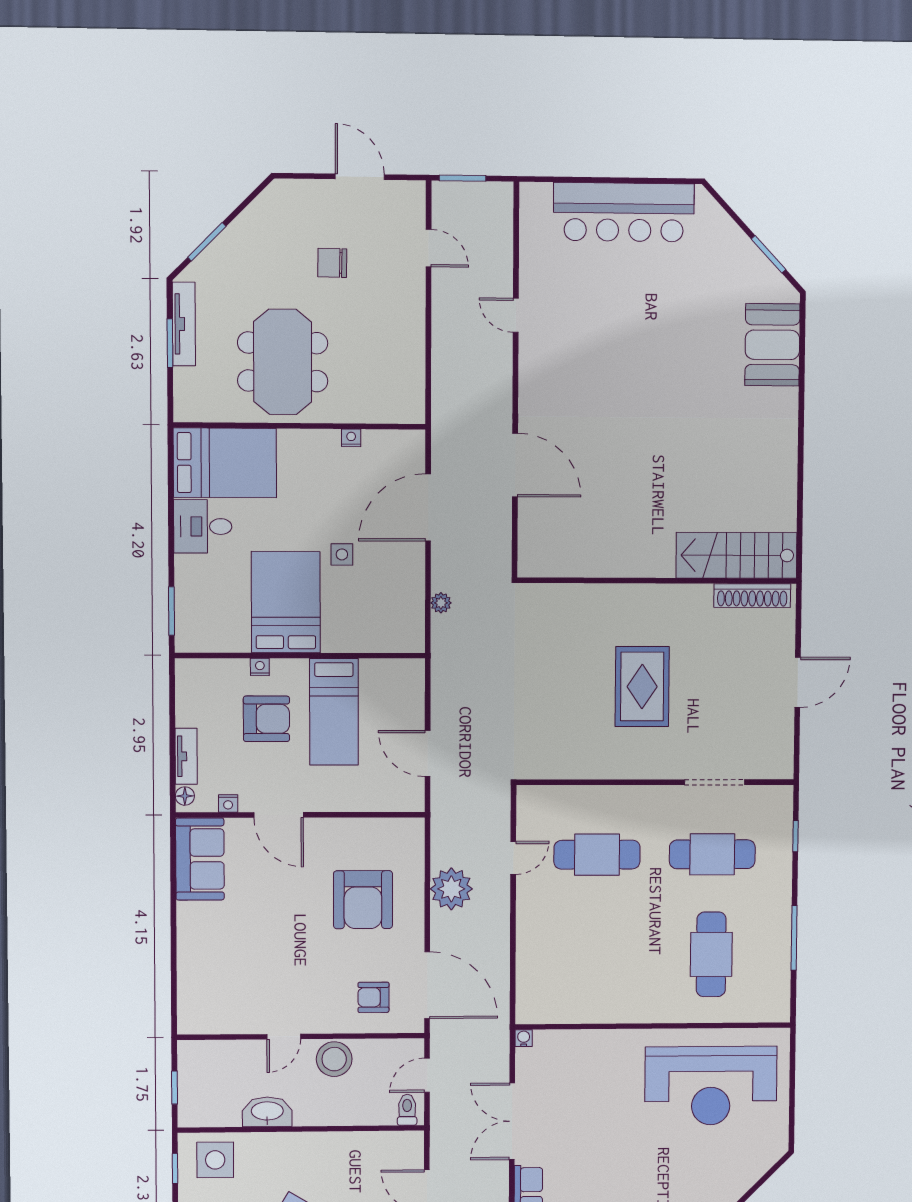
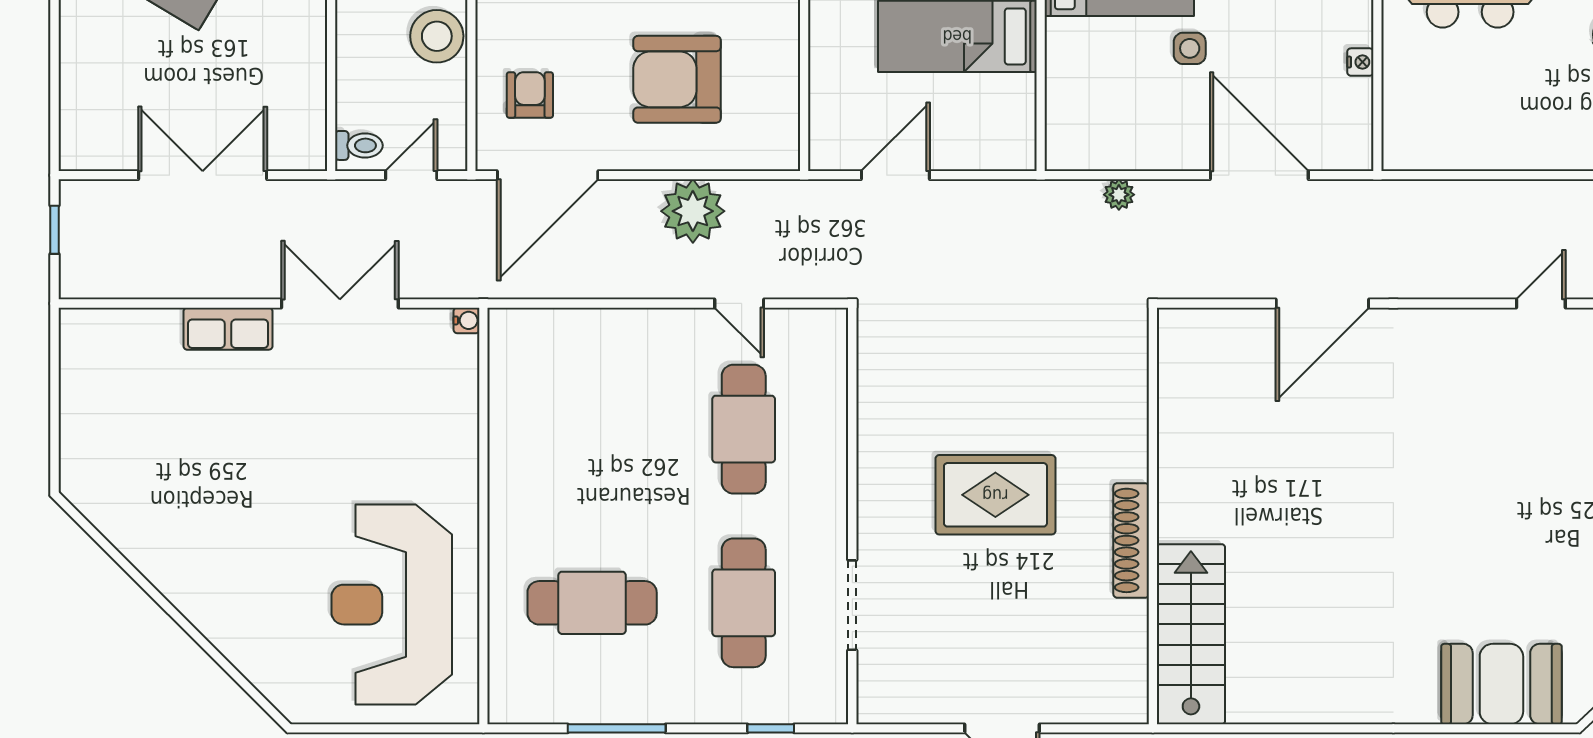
shoe rack: (752, 596) -> (1131, 540), moved
door: (427, 1075) -> (411, 175), hinge flipped

